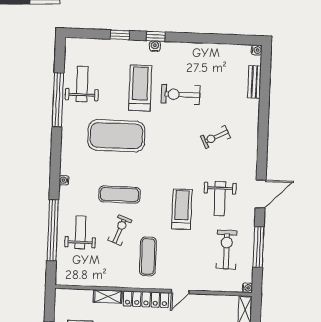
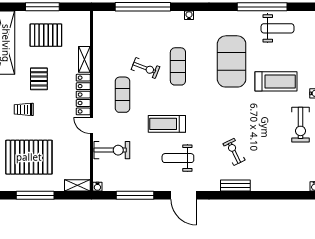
bench: (254, 82) -> (235, 185), moved
exercise bike: (181, 94) -> (301, 125), moved, turned 180
treadmill: (182, 209) -> (167, 124), turned 180
weight bench: (80, 232) -> (142, 32), removed
exercise bike: (226, 249) -> (112, 150), moved
exercise mat: (148, 256) -> (122, 95), turned 90

